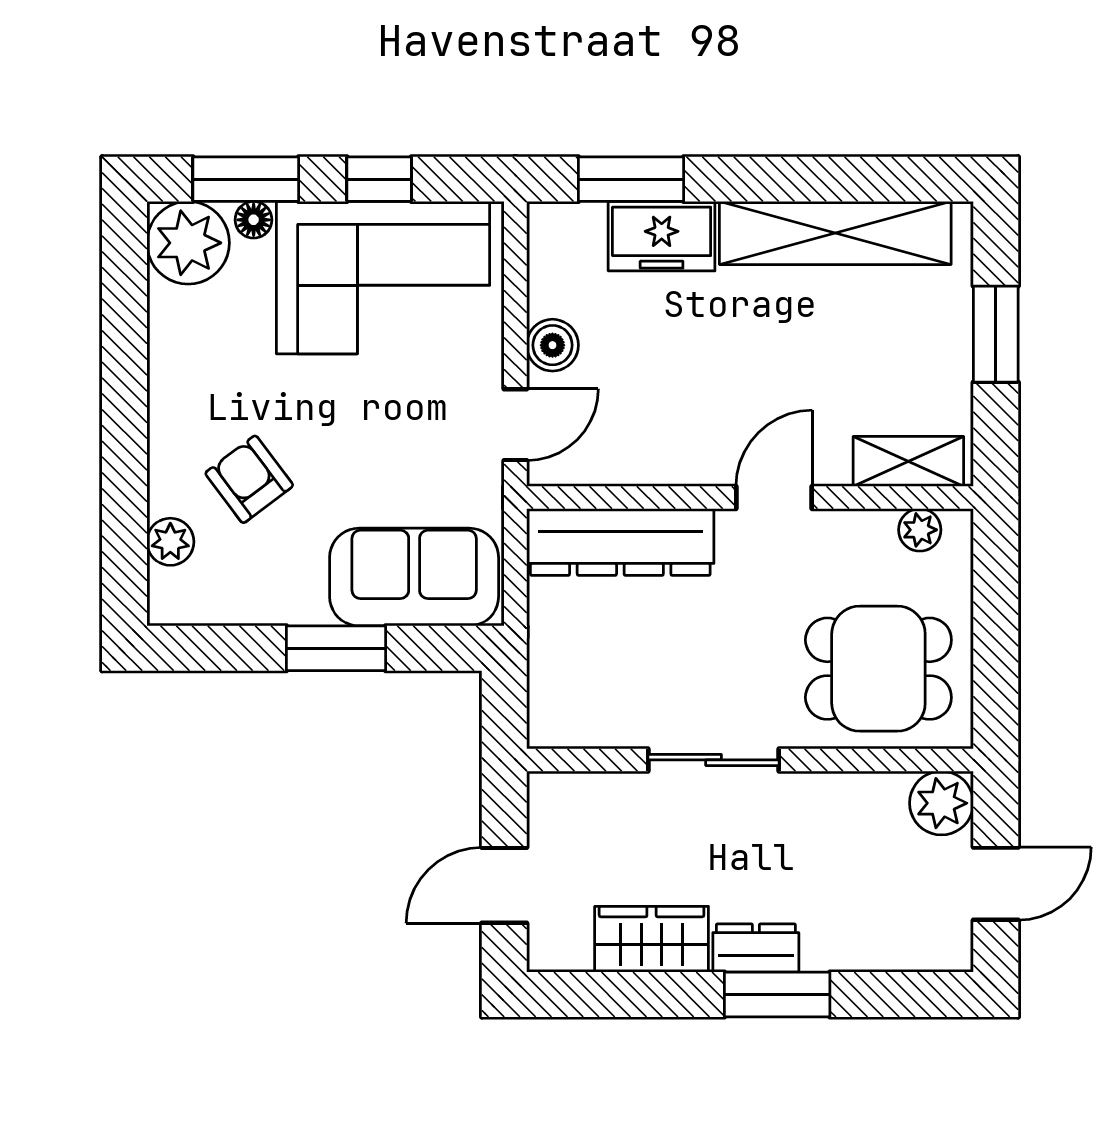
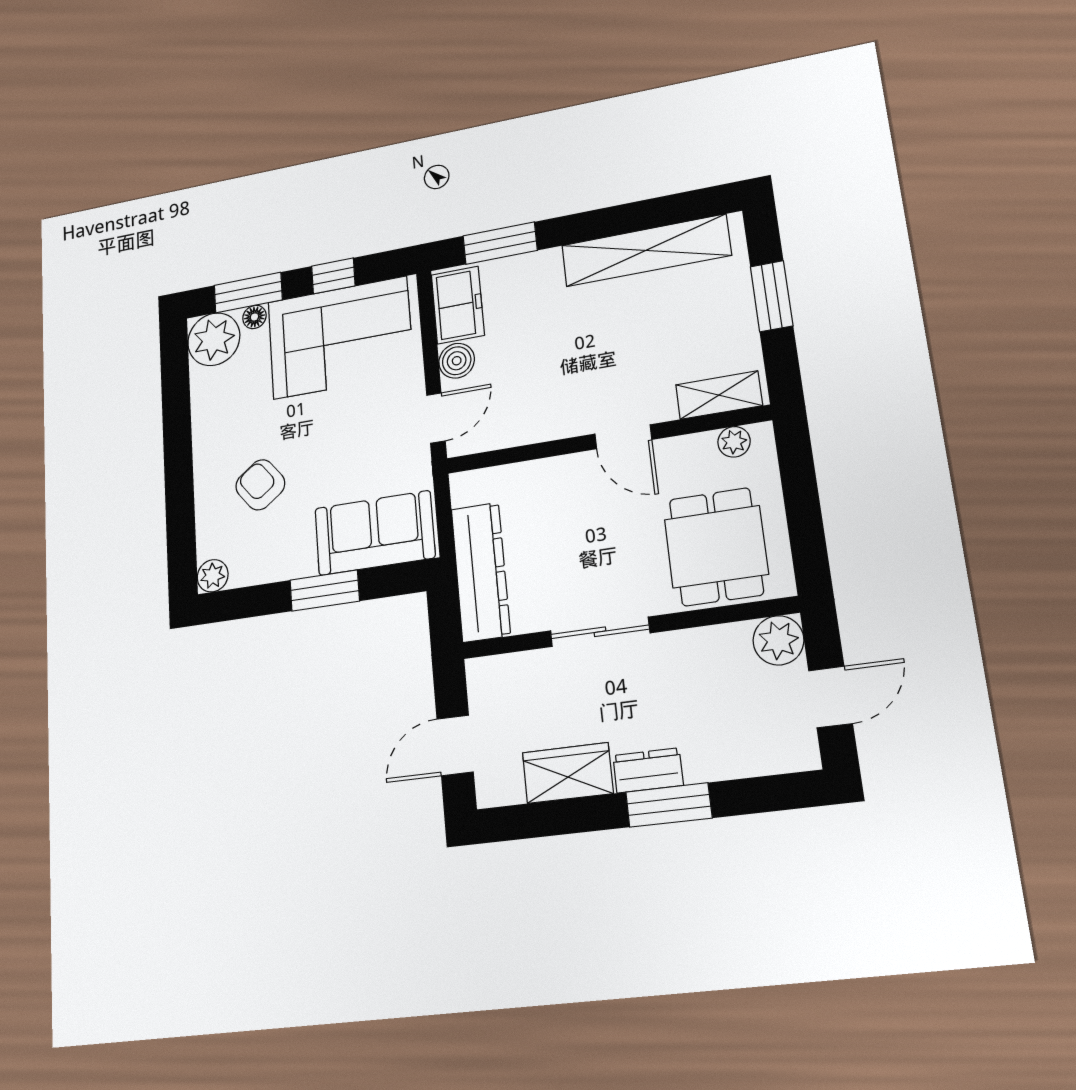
freezer: (662, 236) -> (458, 305), moved, turned -90
door: (774, 497) -> (623, 437), swing flipped
plant: (170, 542) -> (213, 576), moved
dresser: (620, 542) -> (481, 572), moved, turned -90
dining table: (878, 669) -> (716, 547), turned 90

